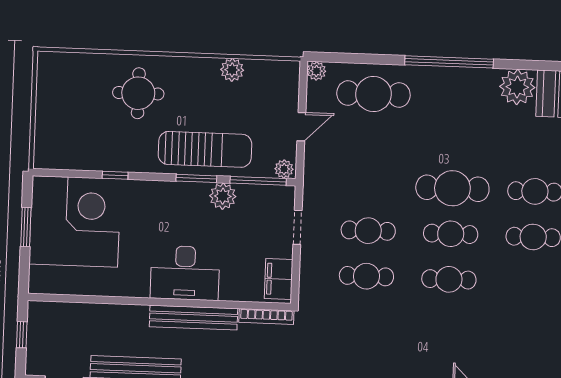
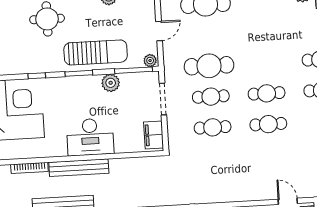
window: (196, 178) -> (79, 73), moved
cafe table: (452, 188) -> (209, 66), moved
doorway: (297, 227) -> (163, 99), width x1.38
bookcase: (266, 317) -> (29, 168), moved
bench: (193, 318) -> (79, 168), moved

